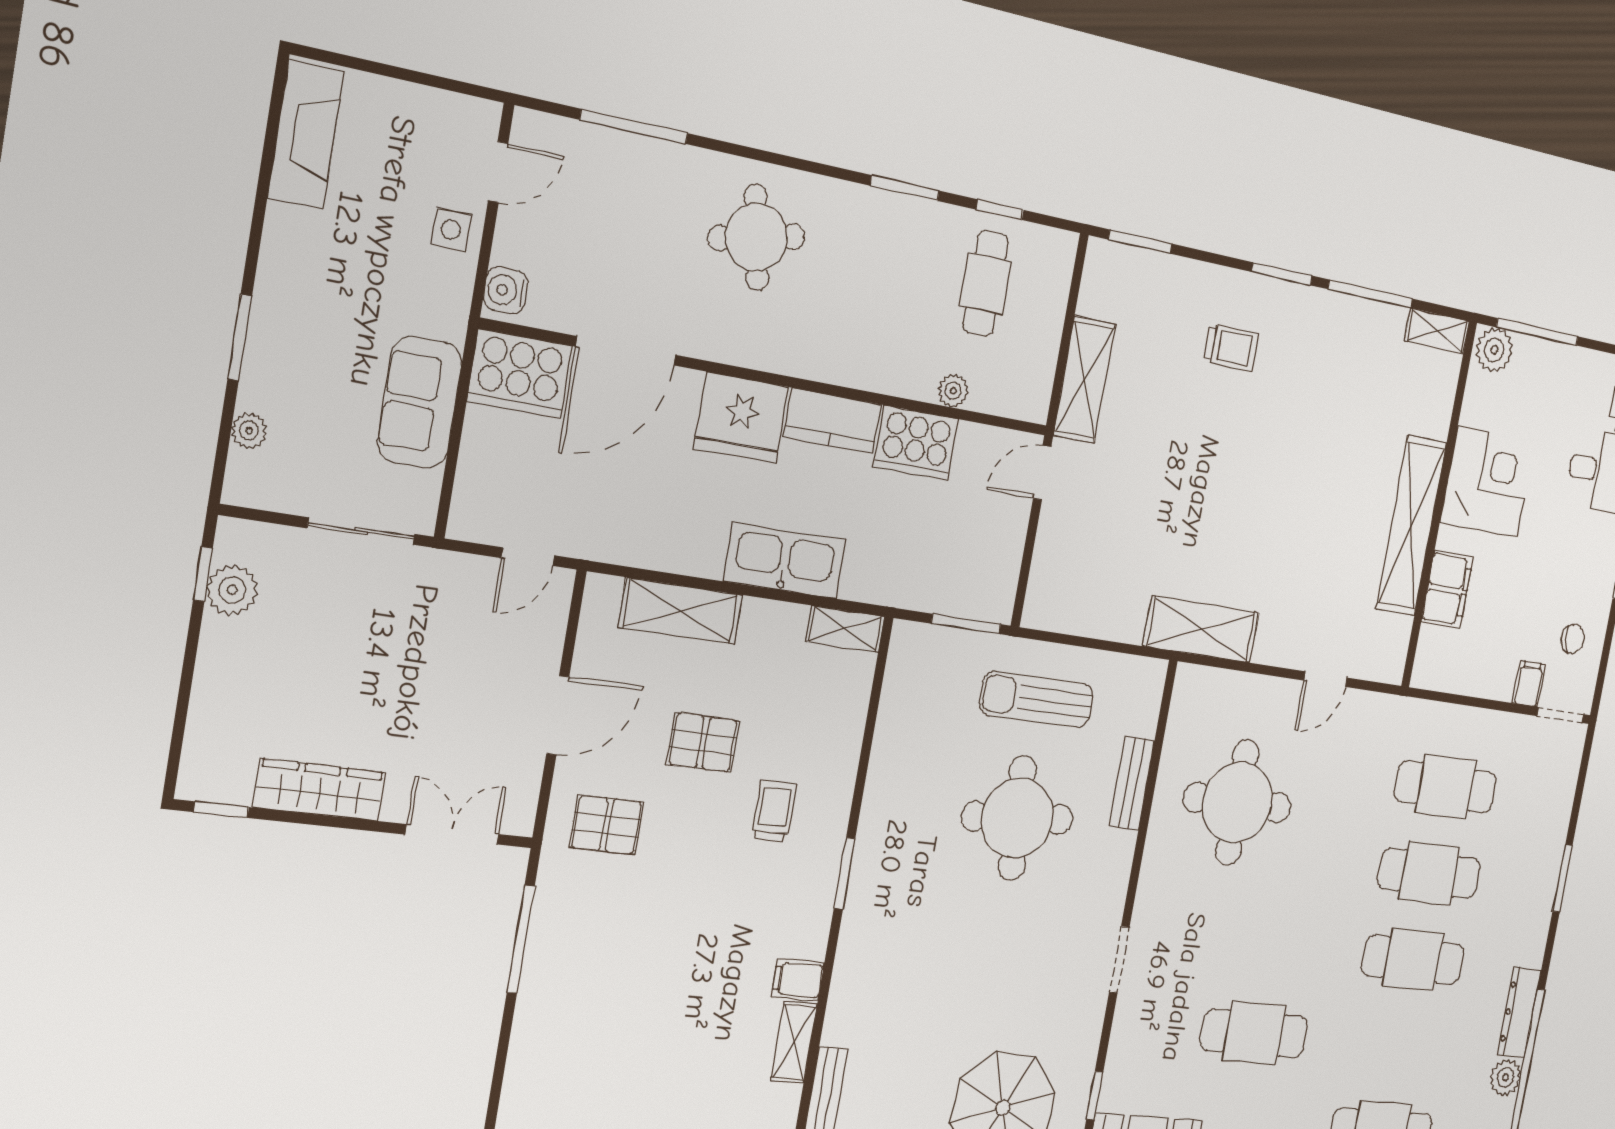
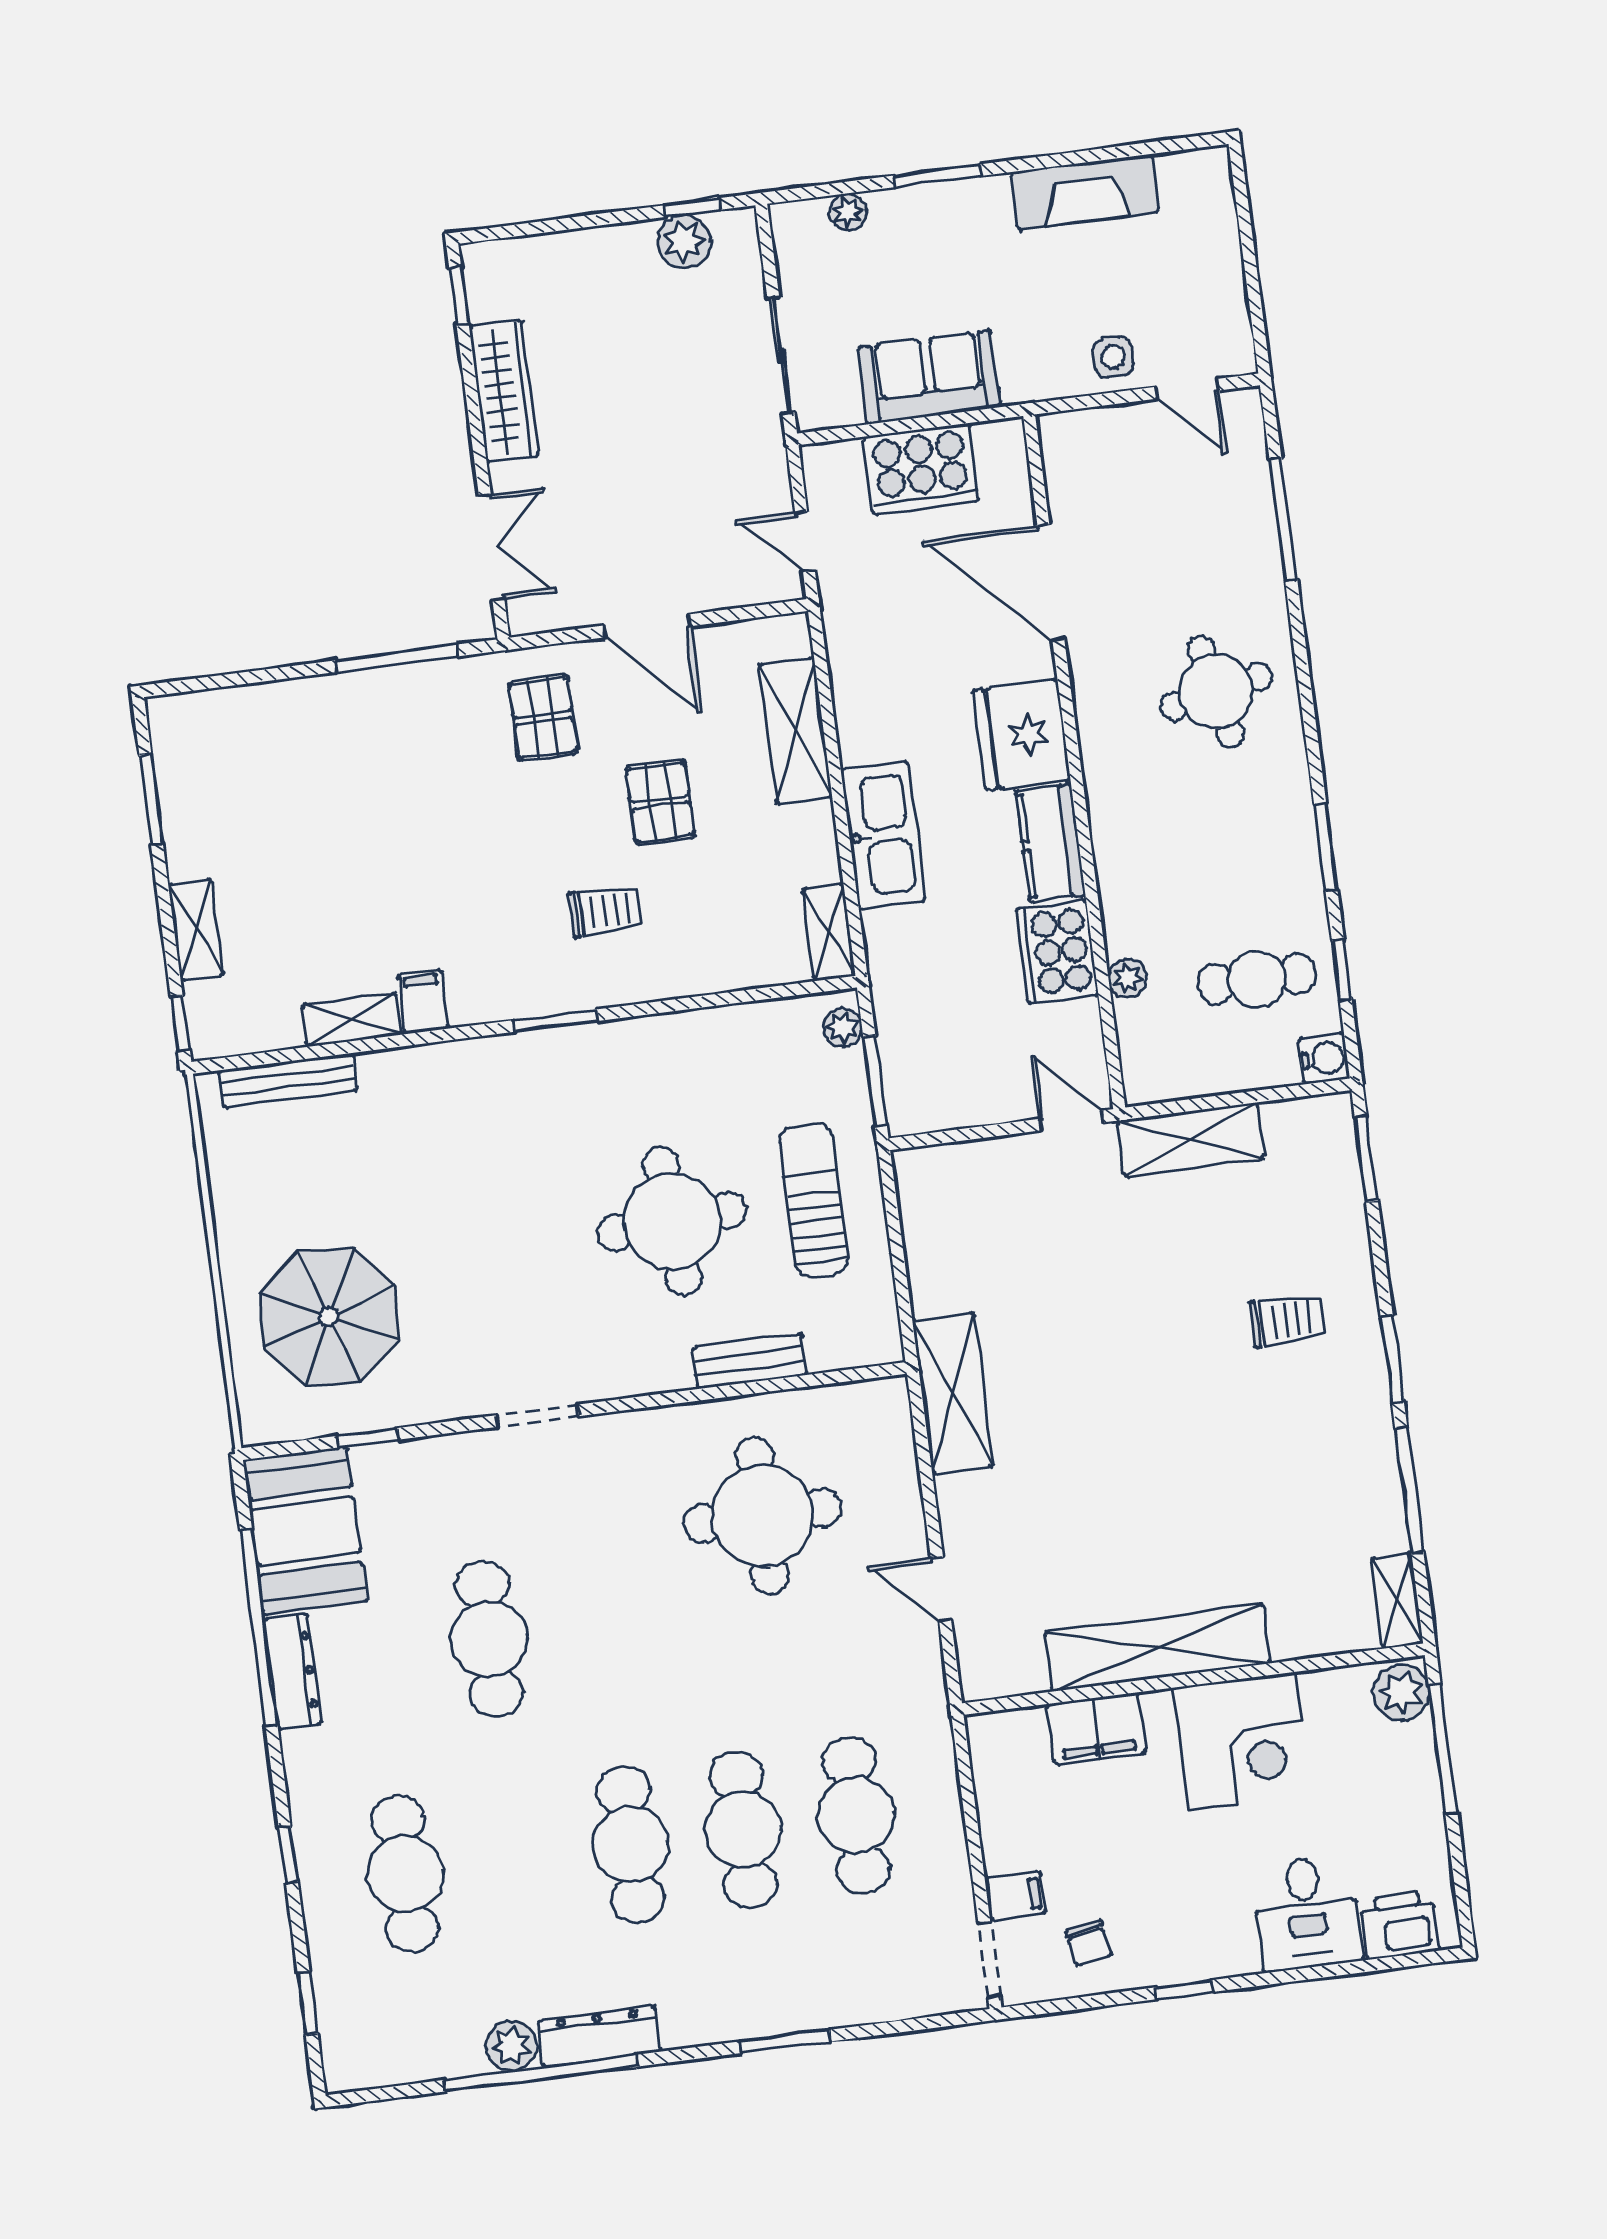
fireplace: (306, 135) -> (1085, 192), moved
water cooler: (506, 290) -> (1324, 1058), moved, turned 90
trolley: (1231, 348) -> (1287, 1320), turned -90
cooker: (520, 374) -> (921, 469), moved, turned -90
plant: (919, 639) -> (843, 1027), added

